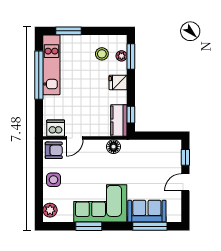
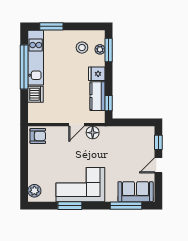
kitchen counter: (119, 121) -> (98, 96), moved
dishwasher: (56, 128) -> (36, 94), moved, turned 90
door: (75, 138) -> (76, 125), moved
side table: (53, 180) -> (38, 163), removed
sofa: (147, 211) -> (136, 192), moved

